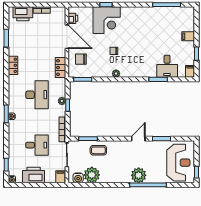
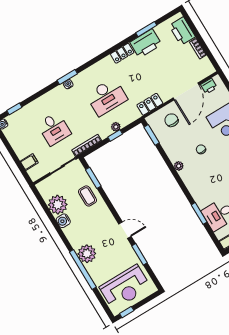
printer: (34, 175) -> (146, 43), moved, turned 90
filing cabinet: (60, 177) -> (29, 162), moved
water cooler: (78, 178) -> (63, 221), moved

